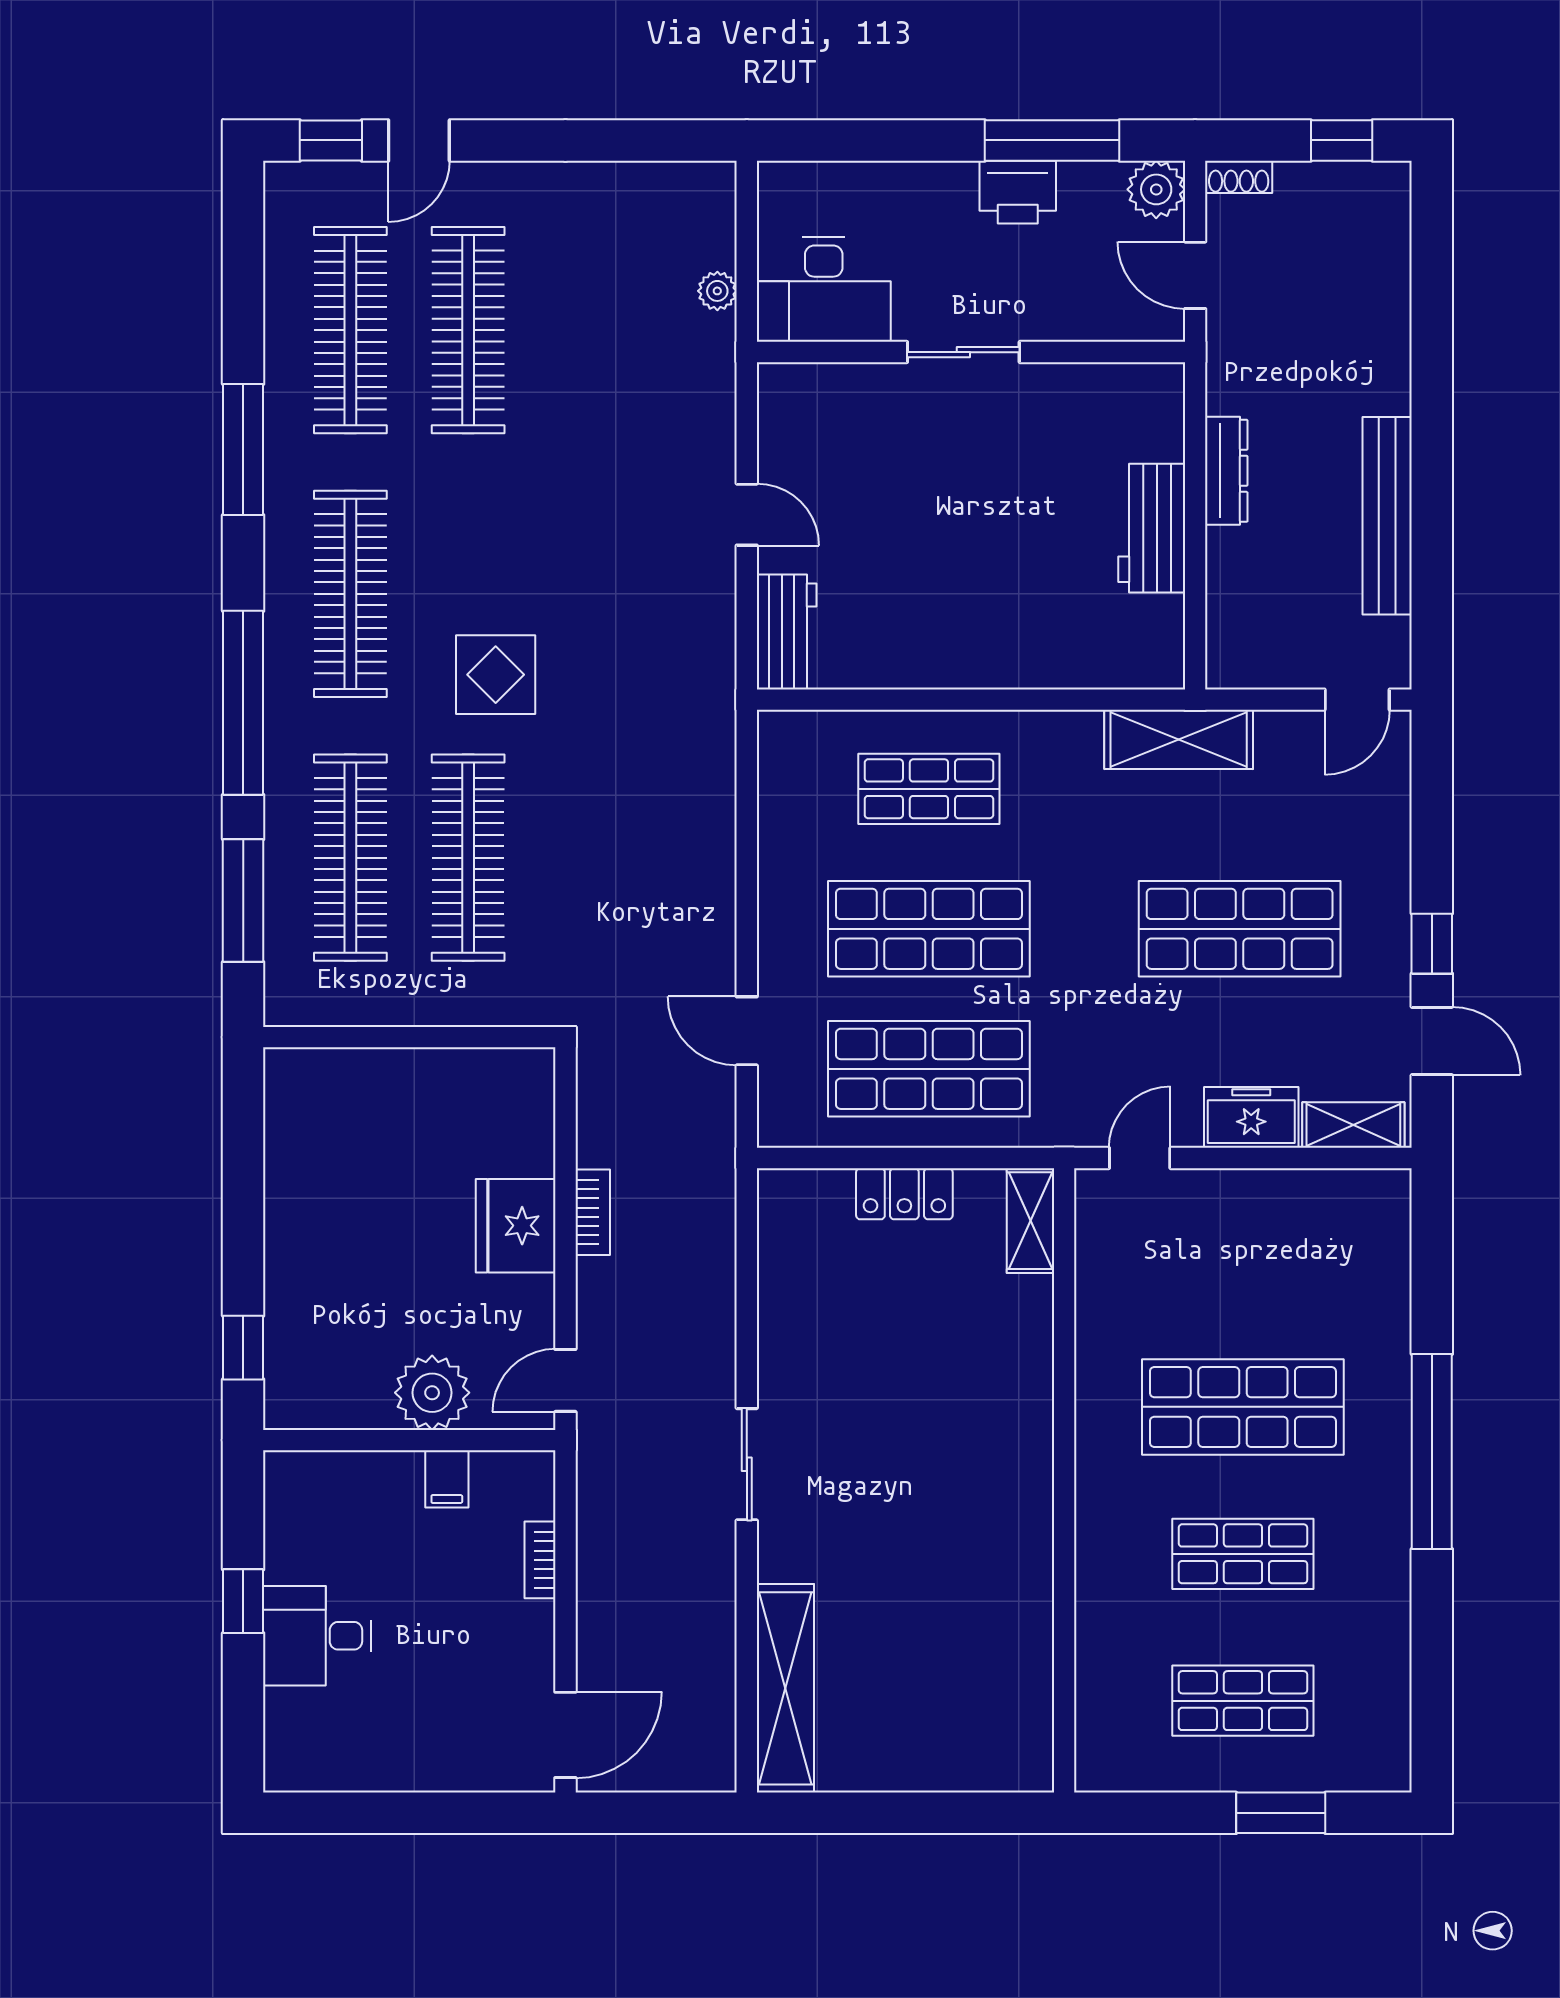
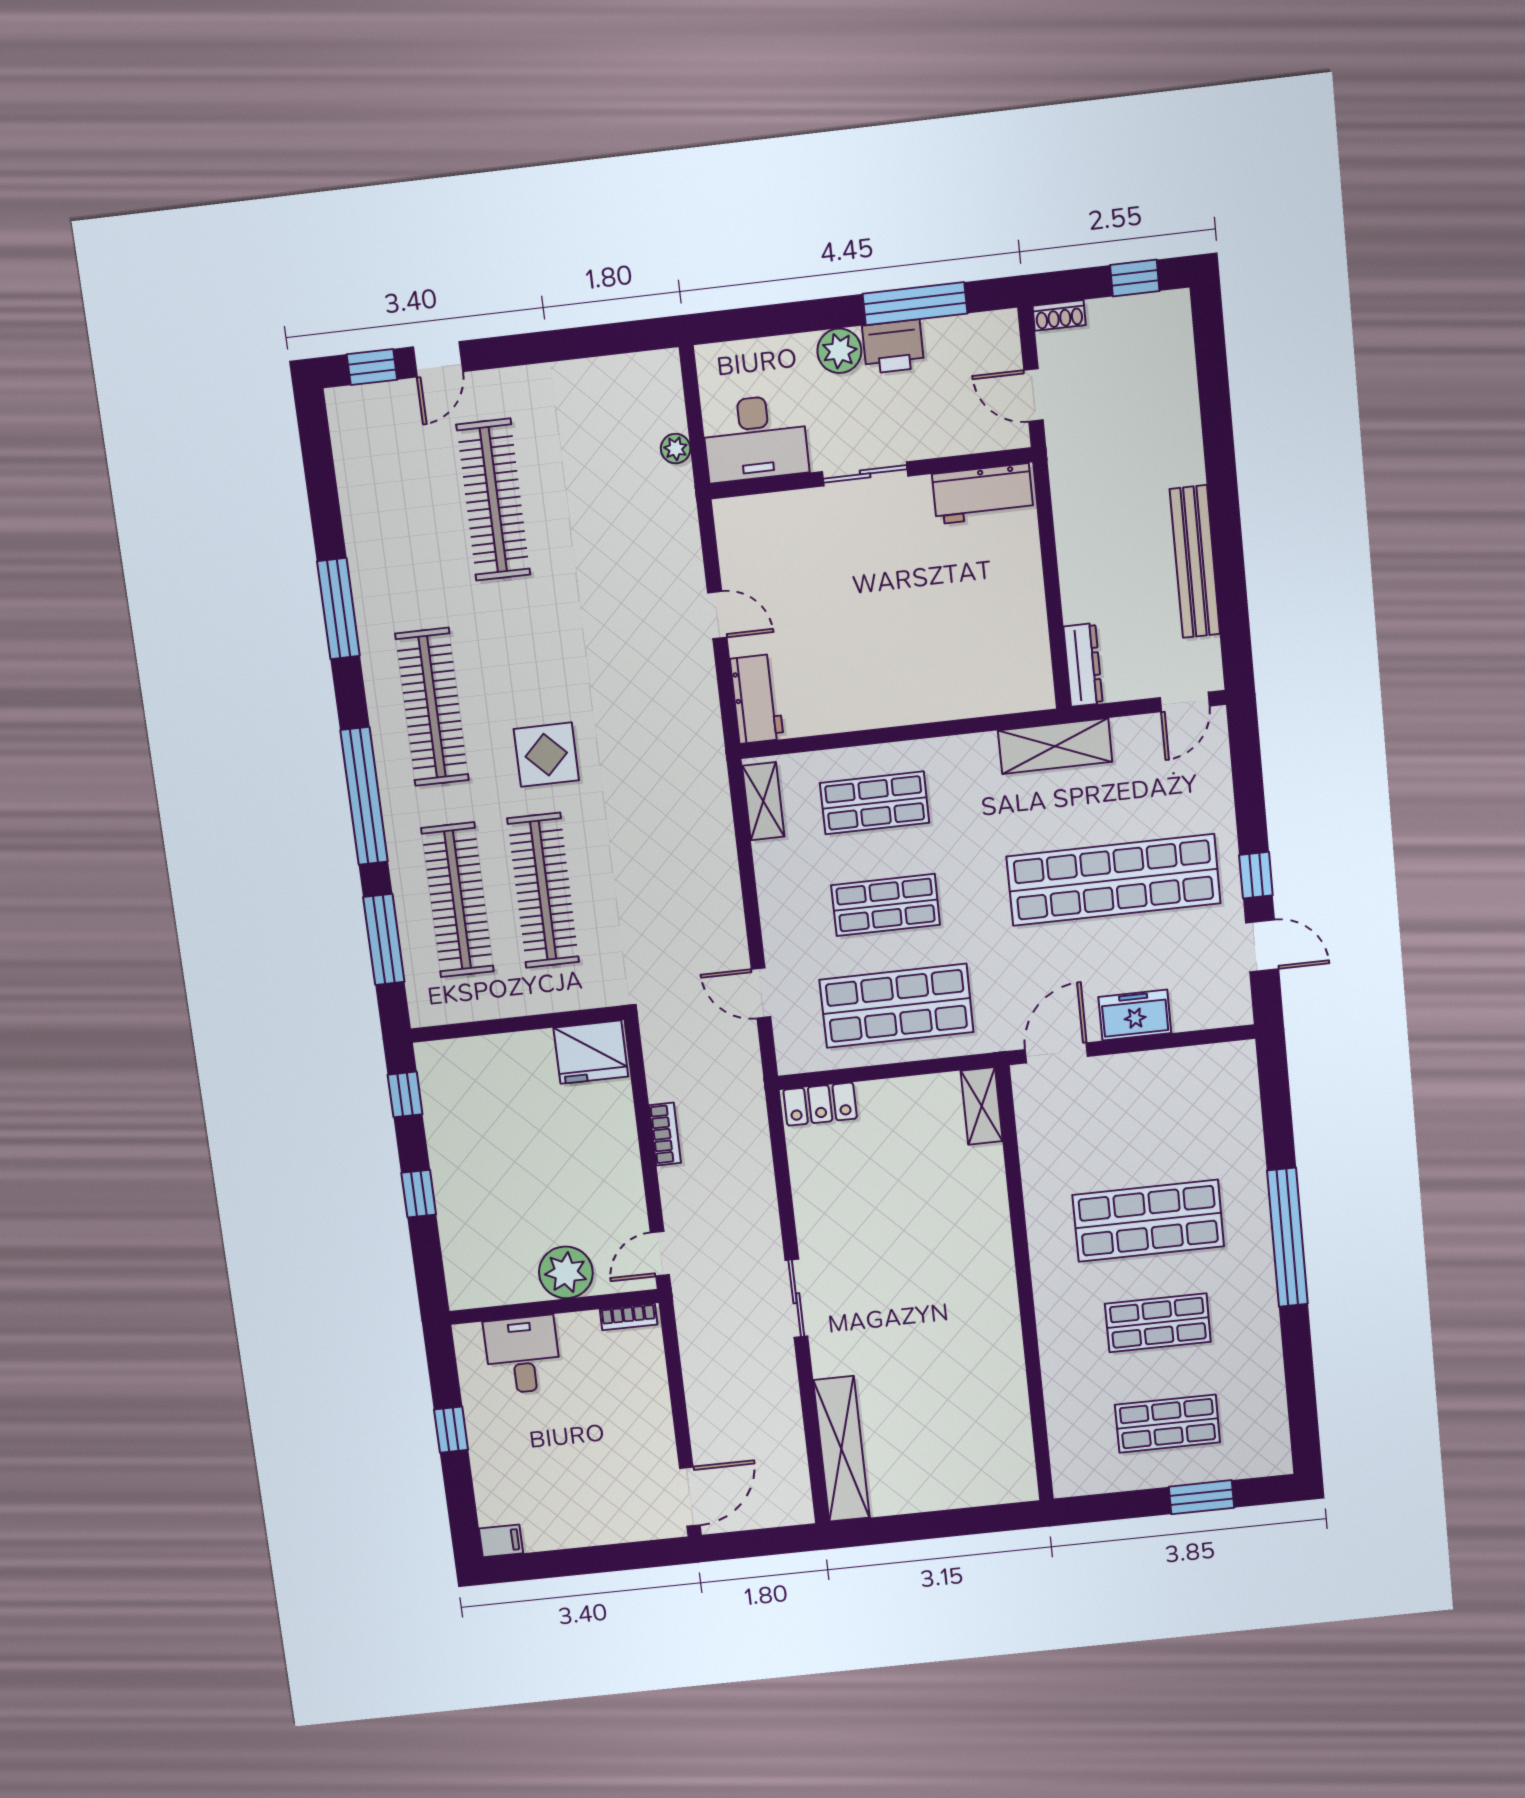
plant: (1156, 189) -> (839, 351), moved
clothes rail: (350, 330) -> (406, 510), removed
dresser: (1226, 471) -> (1083, 665), moved
workbench: (1152, 528) -> (983, 494), moved, turned -90
shop shelf: (929, 929) -> (886, 905), width x0.70, depth x0.74
shop shelf: (1240, 929) -> (1113, 880), width x1.40
window: (243, 1118) -> (405, 1094), added
shelving: (1353, 1125) -> (763, 801), moved, turned 90
door: (1140, 1158) -> (1056, 1053), width x1.38
locker: (904, 1194) -> (820, 1104), moved
fridge: (516, 1226) -> (591, 1052), moved, turned -90
window: (243, 1348) -> (419, 1194), moved
filing cabinet: (447, 1479) -> (501, 1541), moved, turned -90
bookcase: (540, 1560) -> (629, 1317), moved, turned -90
desk: (317, 1636) -> (523, 1355), moved, turned 90

